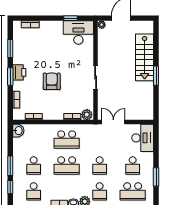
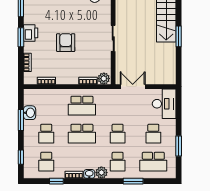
washbasin: (18, 131) -> (30, 113), moved
window: (10, 166) -> (21, 120), moved

